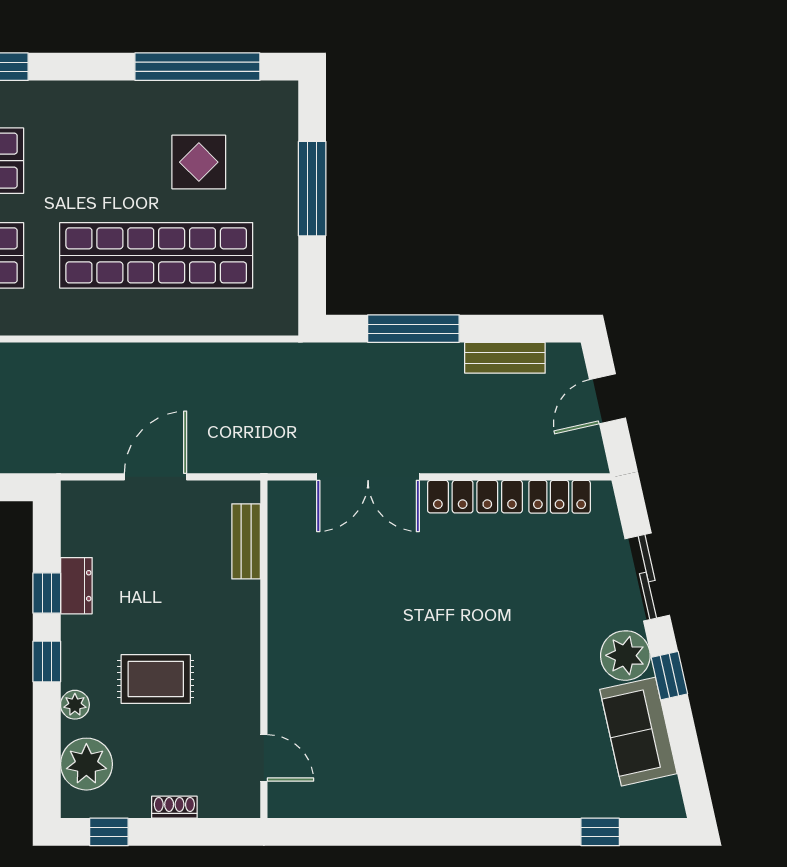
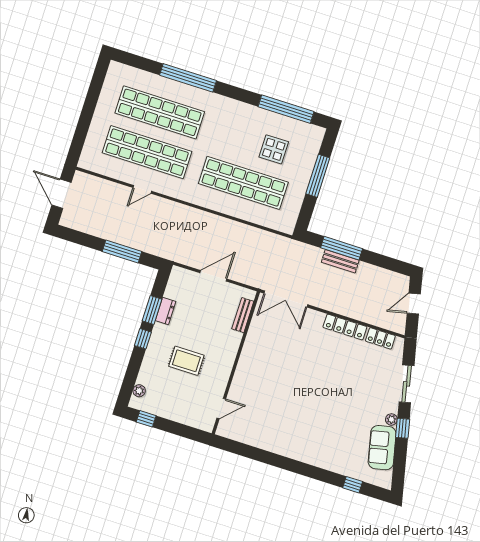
bench: (505, 358) -> (340, 261), moved
double door: (368, 477) -> (286, 299), moved
window: (47, 593) -> (152, 310), width x1.50
plant: (625, 656) -> (391, 419), width x0.53, depth x0.53
plant: (75, 705) -> (149, 361), removed
door: (264, 758) -> (221, 408), hinge flipped
plant: (86, 764) -> (139, 391), width x0.53, depth x0.53
shoe rack: (174, 807) -> (177, 417), removed

